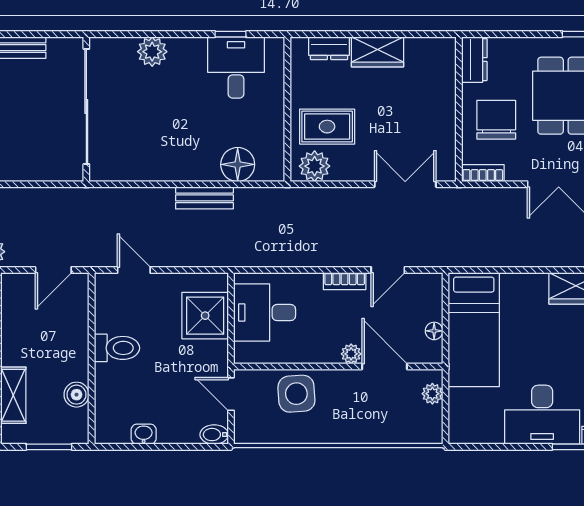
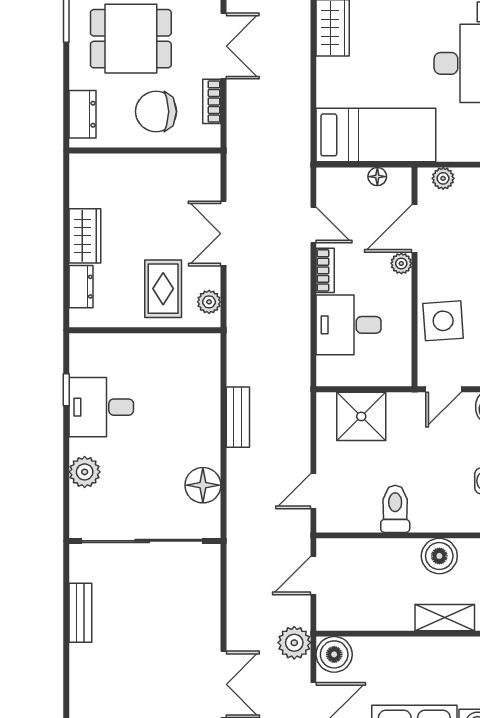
dresser: (474, 60) -> (83, 114), moved, turned 90
desk: (236, 67) -> (101, 407), moved
floor lamp: (238, 164) -> (203, 485), moved
plant: (315, 166) -> (209, 302), width x0.73, depth x0.73
bookcase: (483, 173) -> (212, 101), moved
double door: (405, 184) -> (224, 234), moved
door: (53, 270) -> (313, 576), swing flipped
desk: (265, 313) -> (349, 325), moved, turned 90
boiler: (77, 395) -> (439, 556), width x1.36, depth x1.36

